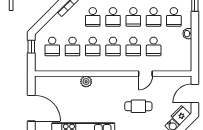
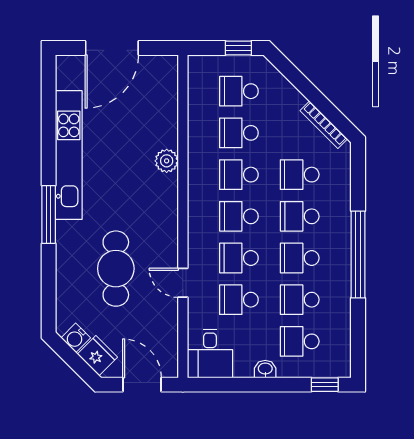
desk: (180, 60) -> (210, 353), added
cafe table: (138, 106) -> (116, 269), width x1.37, depth x1.35

